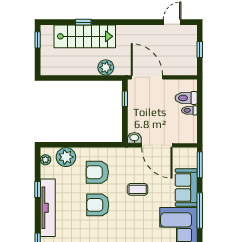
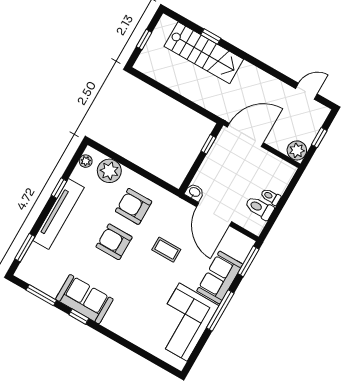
window: (38, 40) -> (144, 40), moved
plant: (106, 67) -> (297, 150), moved
door: (147, 77) -> (245, 135), hinge flipped
toilet: (186, 98) -> (259, 208), moved

